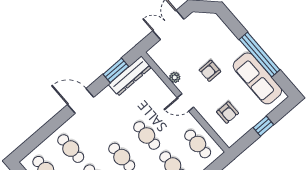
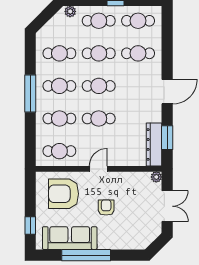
plant: (175, 77) -> (156, 177), moved
armchair: (228, 113) -> (64, 194), width x1.88, depth x1.88
window: (263, 126) -> (30, 226), moved

